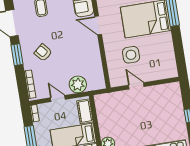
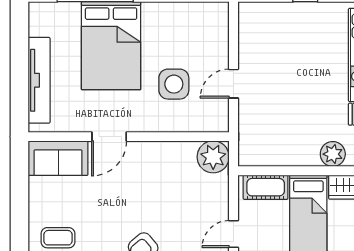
plant: (78, 84) -> (213, 157), moved

